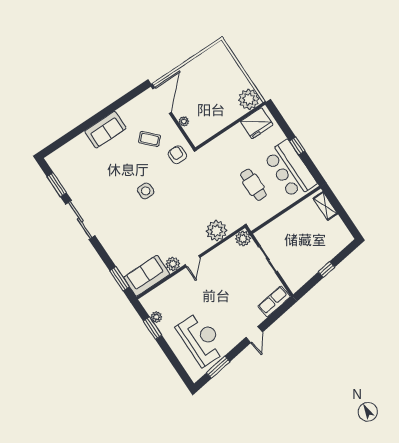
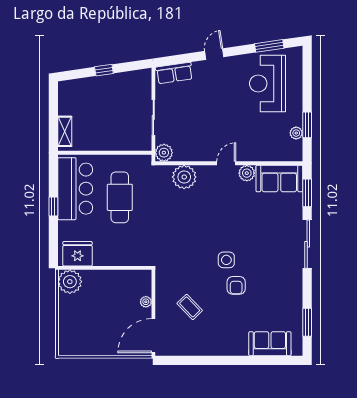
sofa: (105, 130) -> (270, 344), moved
armchair: (177, 155) -> (236, 285), moved
cafe table: (253, 185) -> (120, 197), width x1.37, depth x1.35
sliding door: (80, 220) -> (307, 244), moved

